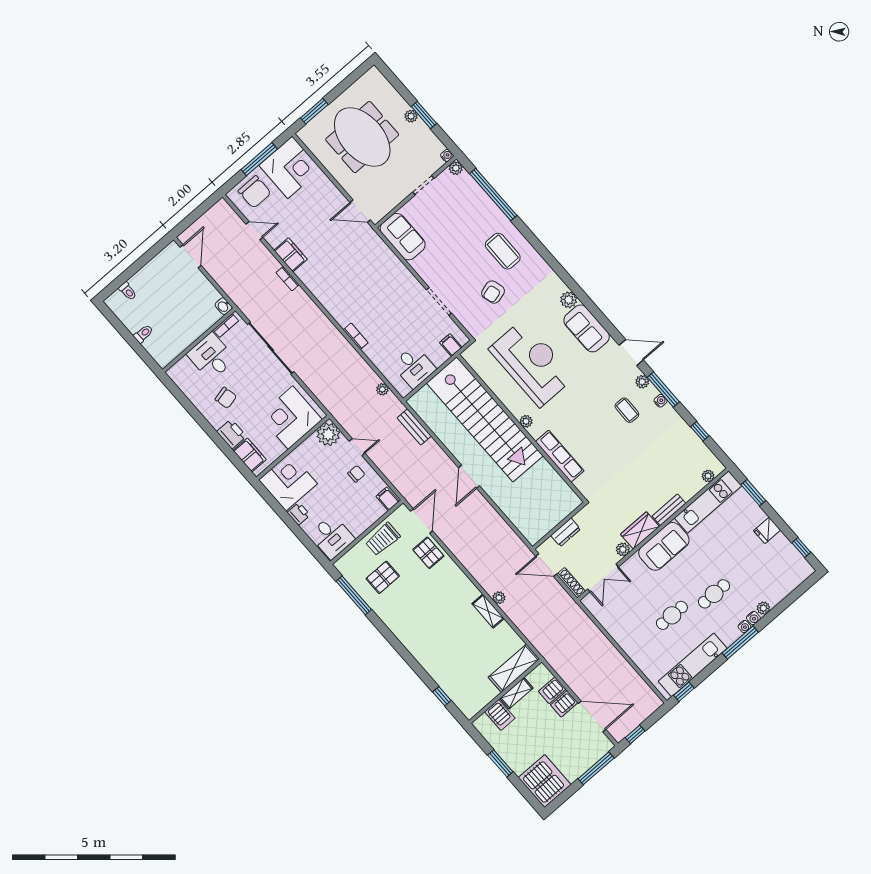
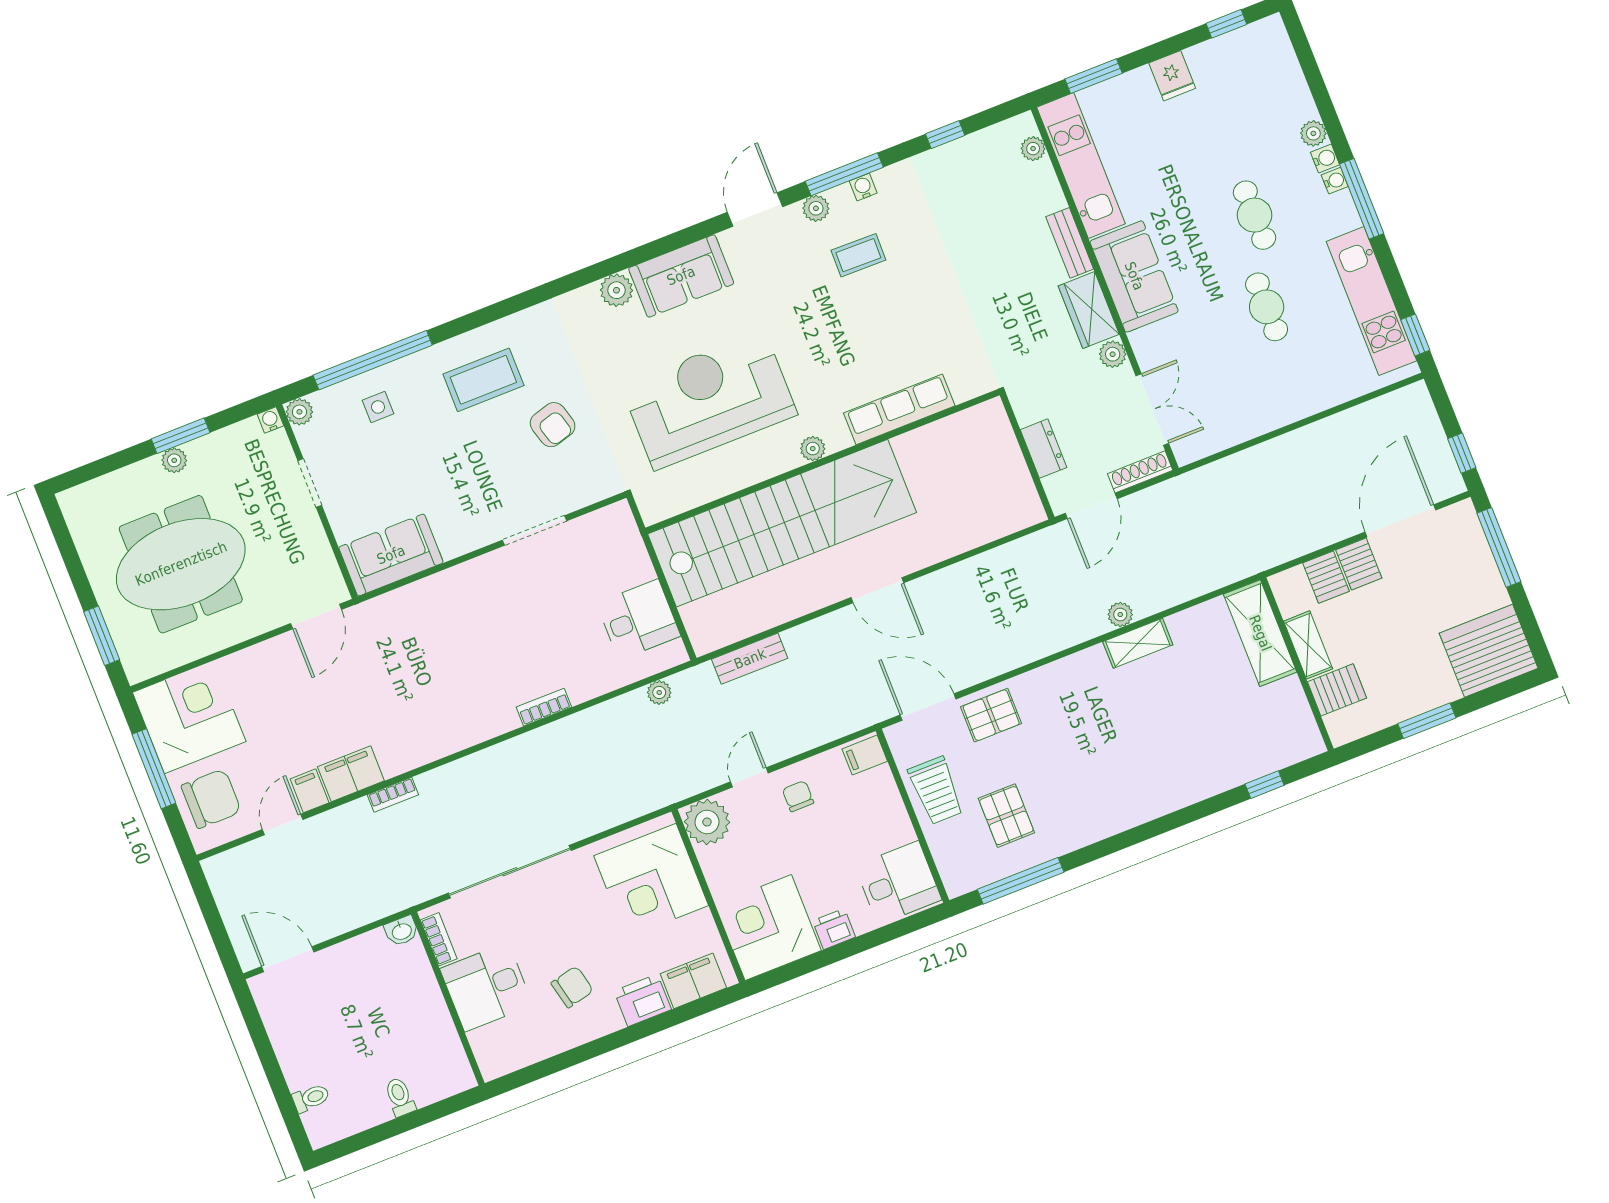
side table: (472, 205) -> (378, 407), added
filing cabinet: (451, 345) -> (310, 791), moved, turned 90

